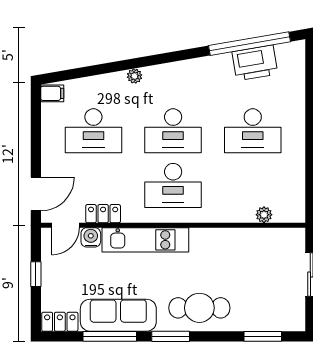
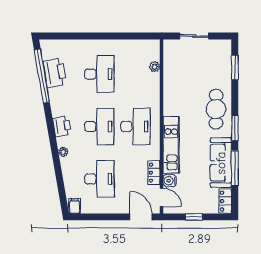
printer: (174, 74) -> (62, 126), added

